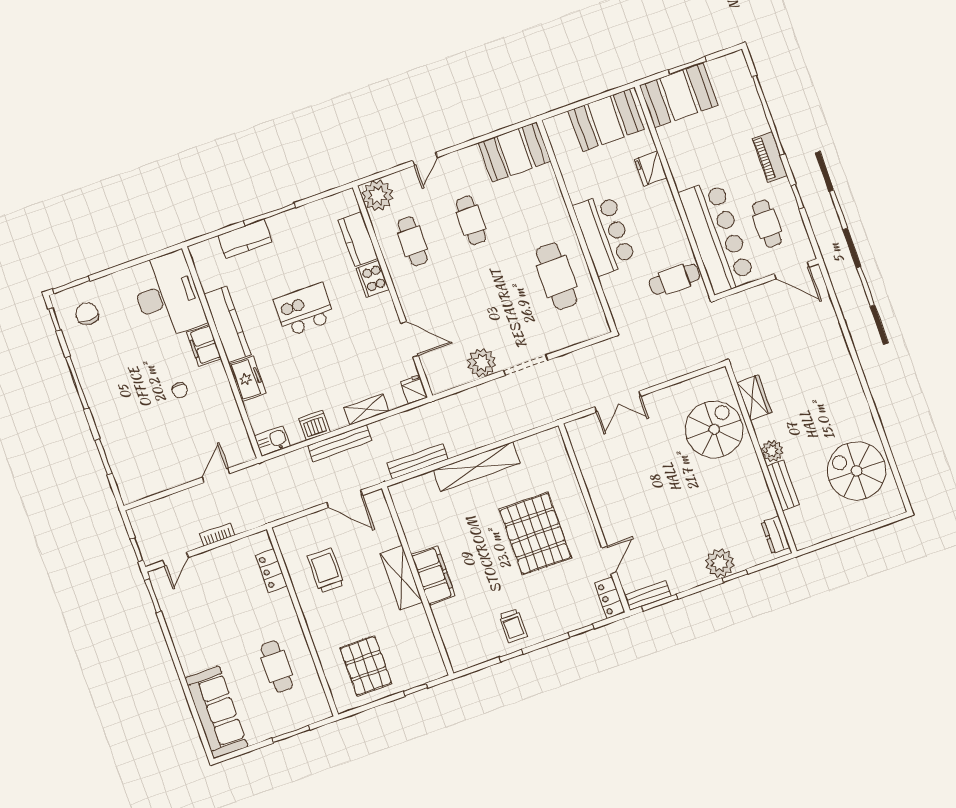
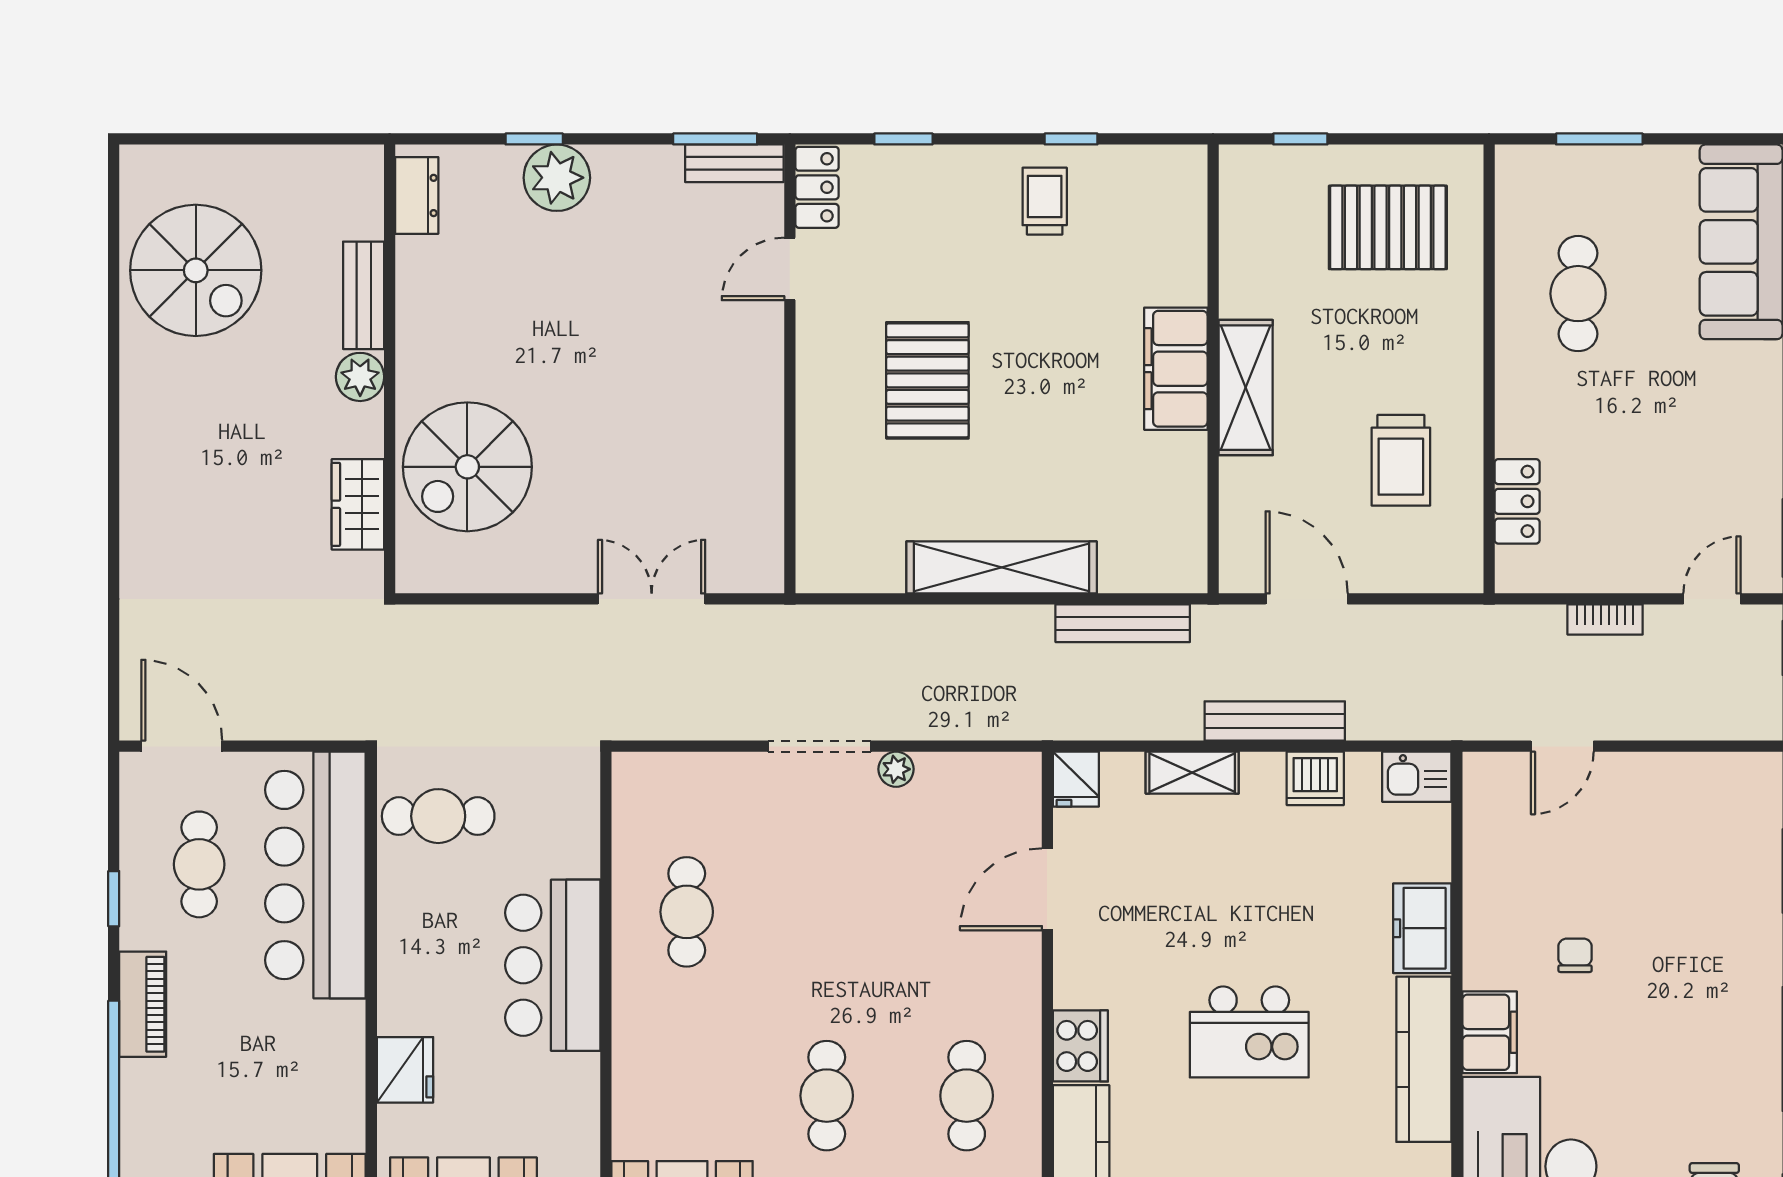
cafe table: (557, 276) -> (687, 912), width x0.73, depth x0.74
door: (410, 339) -> (1047, 889), hinge flipped
plant: (482, 363) -> (896, 769), width x0.53, depth x0.53
pallet: (535, 534) -> (927, 380), width x0.73, depth x0.71
pallet: (366, 666) -> (1388, 227), turned 90

